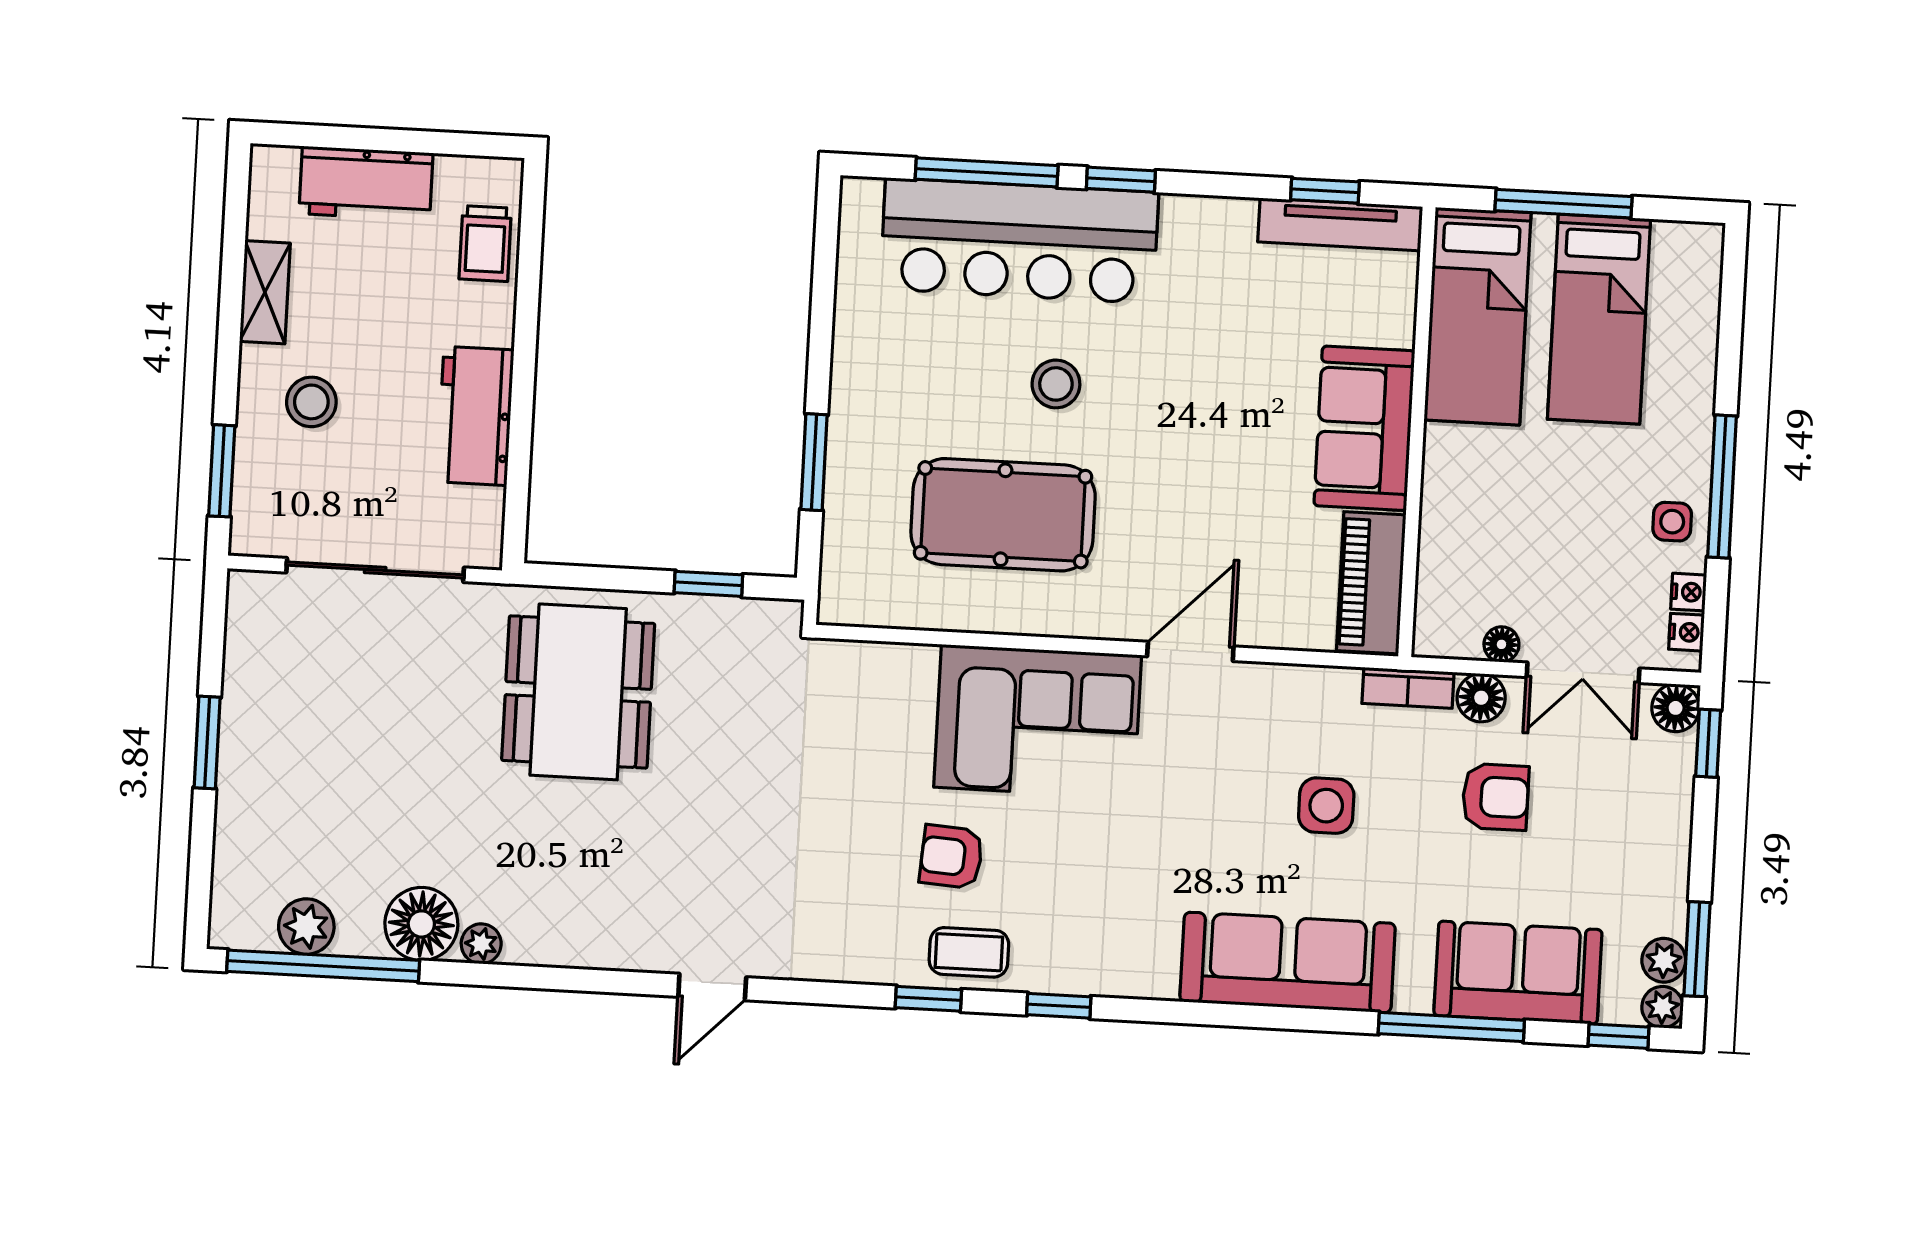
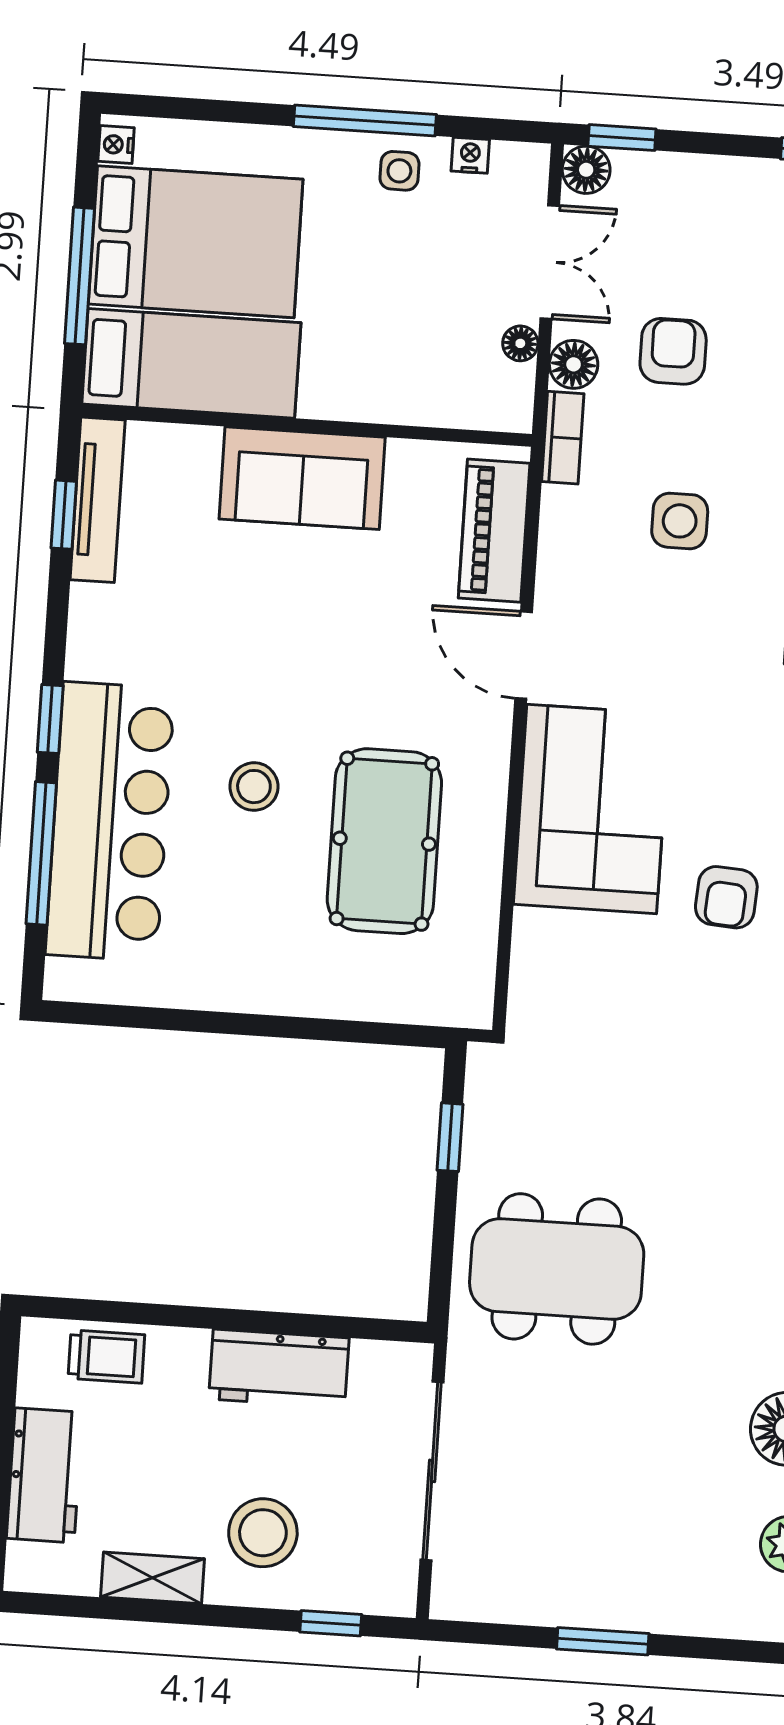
bed: (1599, 319) -> (196, 242), width x1.50
stool: (311, 402) -> (263, 1533), width x1.38, depth x1.38
window: (814, 462) -> (329, 1030), removed
window: (222, 471) -> (331, 1623), width x0.67
piano: (1371, 583) -> (494, 531), moved, turned 90
nightstand: (1687, 632) -> (116, 145), moved, turned -90

